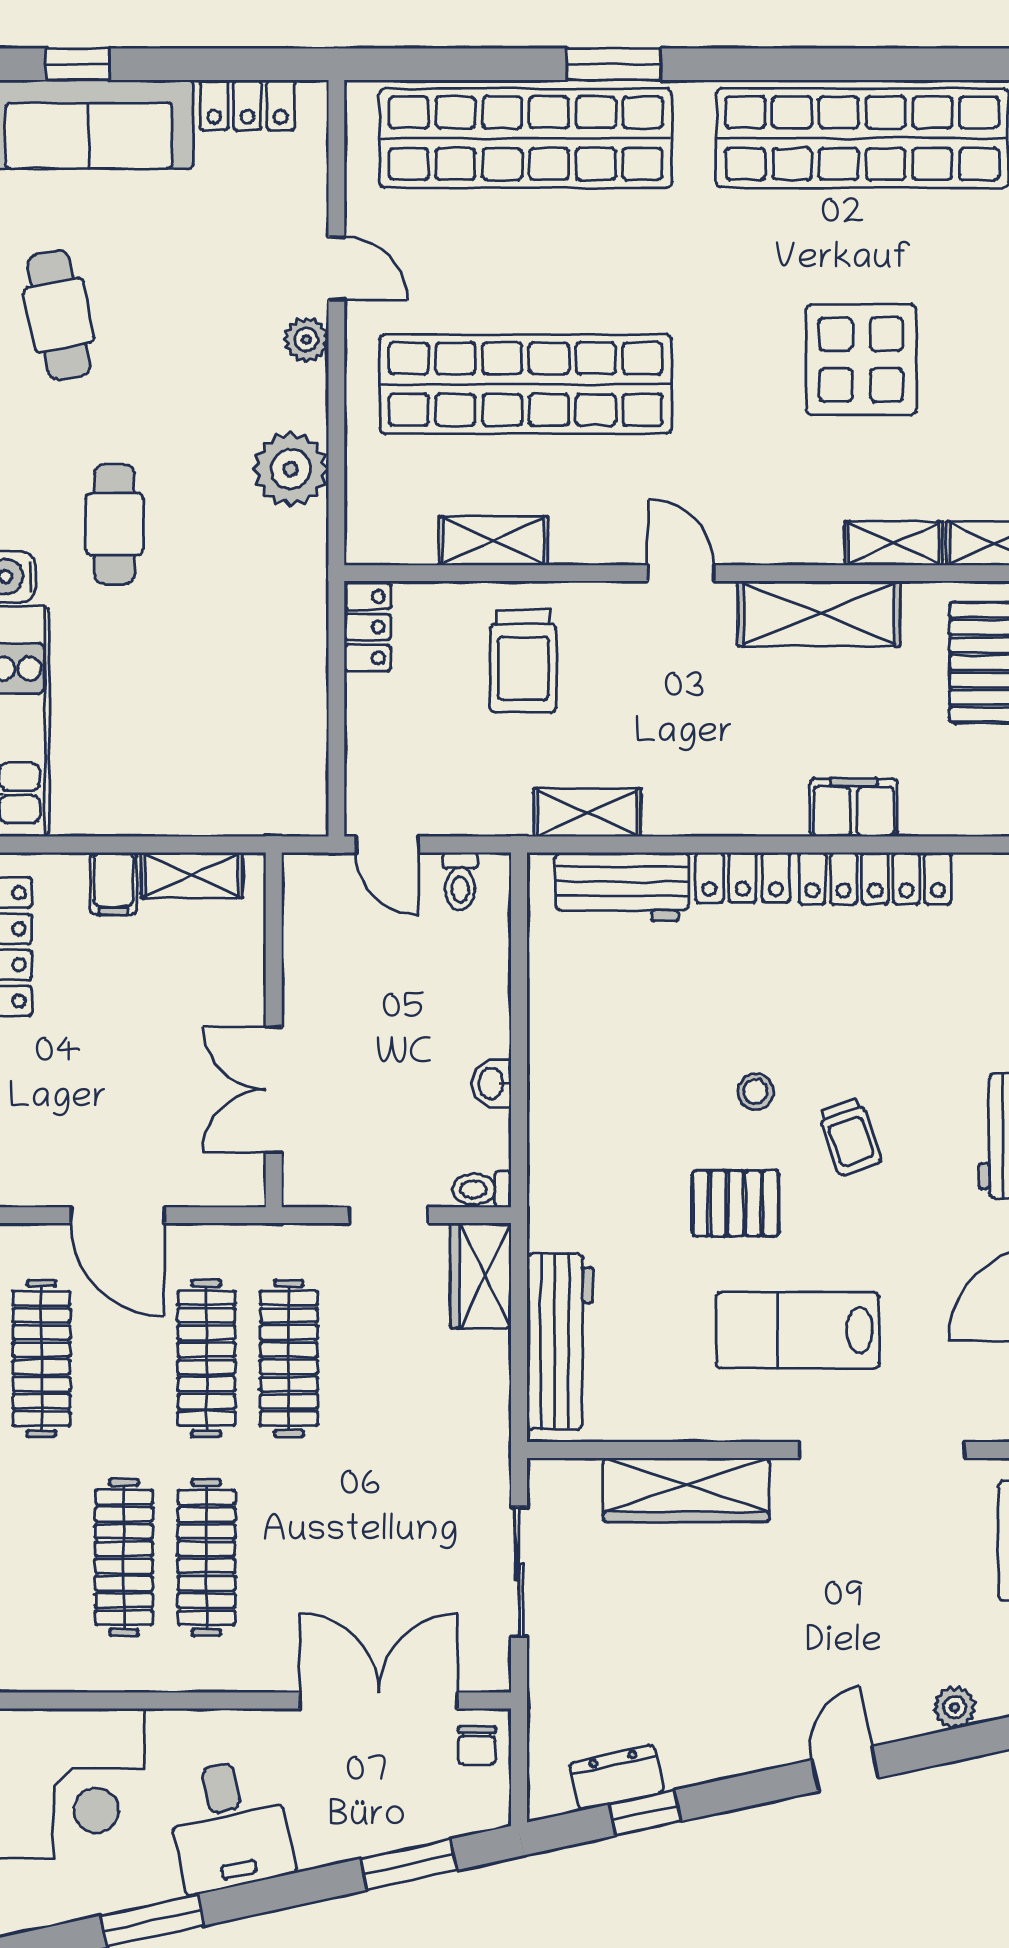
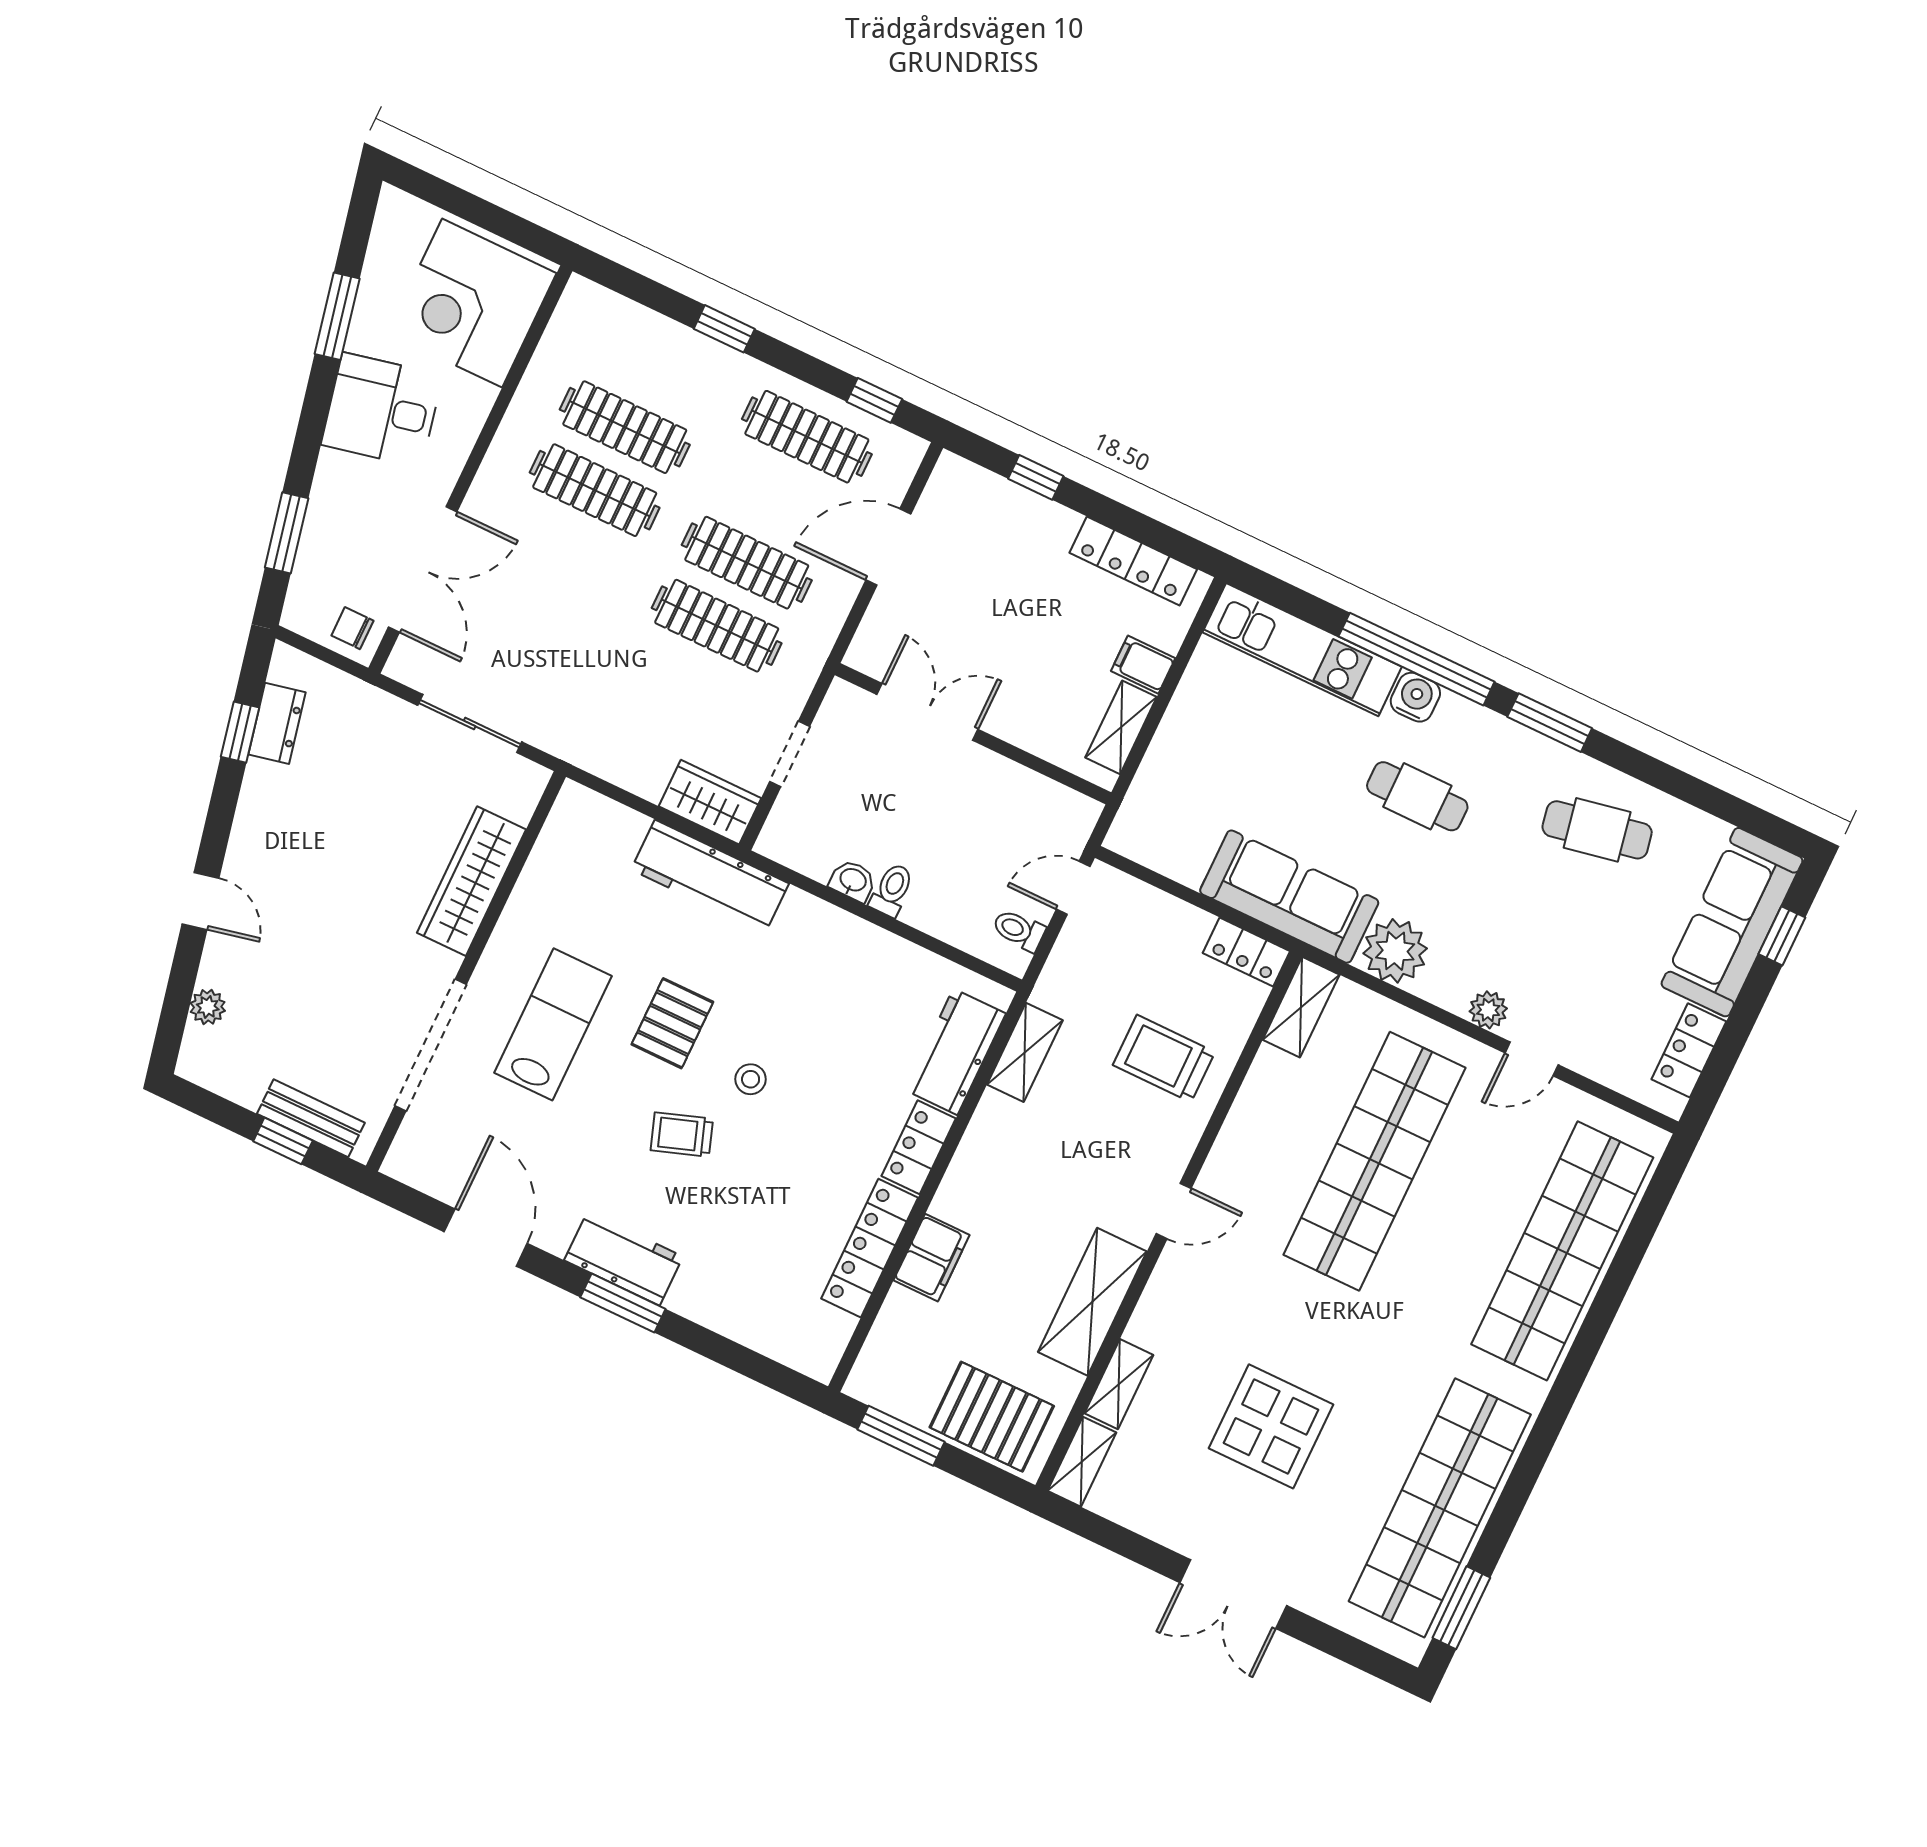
window: (614, 64) -> (1461, 1608), moved
shelving: (493, 541) -> (1301, 1007), moved
sofa: (287, 610) -> (1289, 897), added
toilet: (482, 1189) -> (892, 890), moved
workbench: (560, 1341) -> (710, 877), moved

